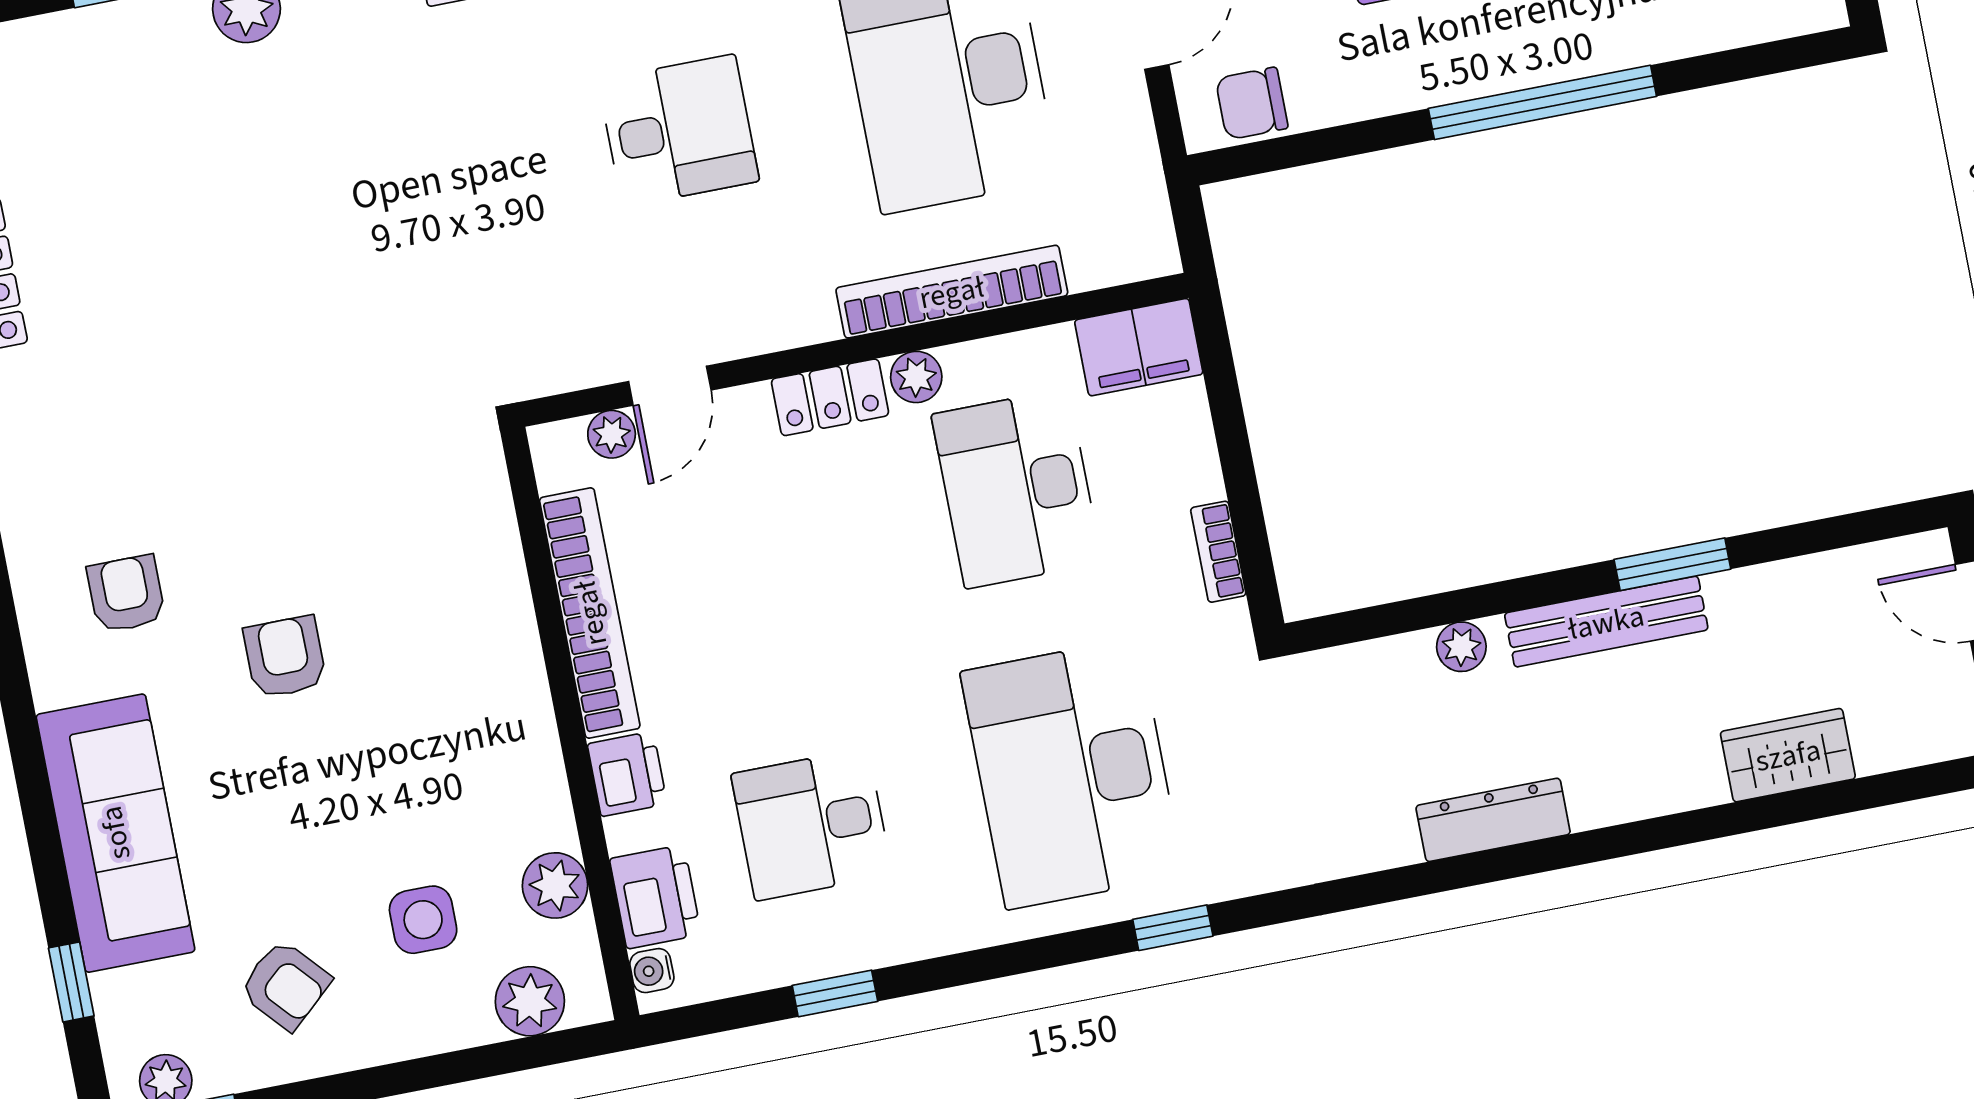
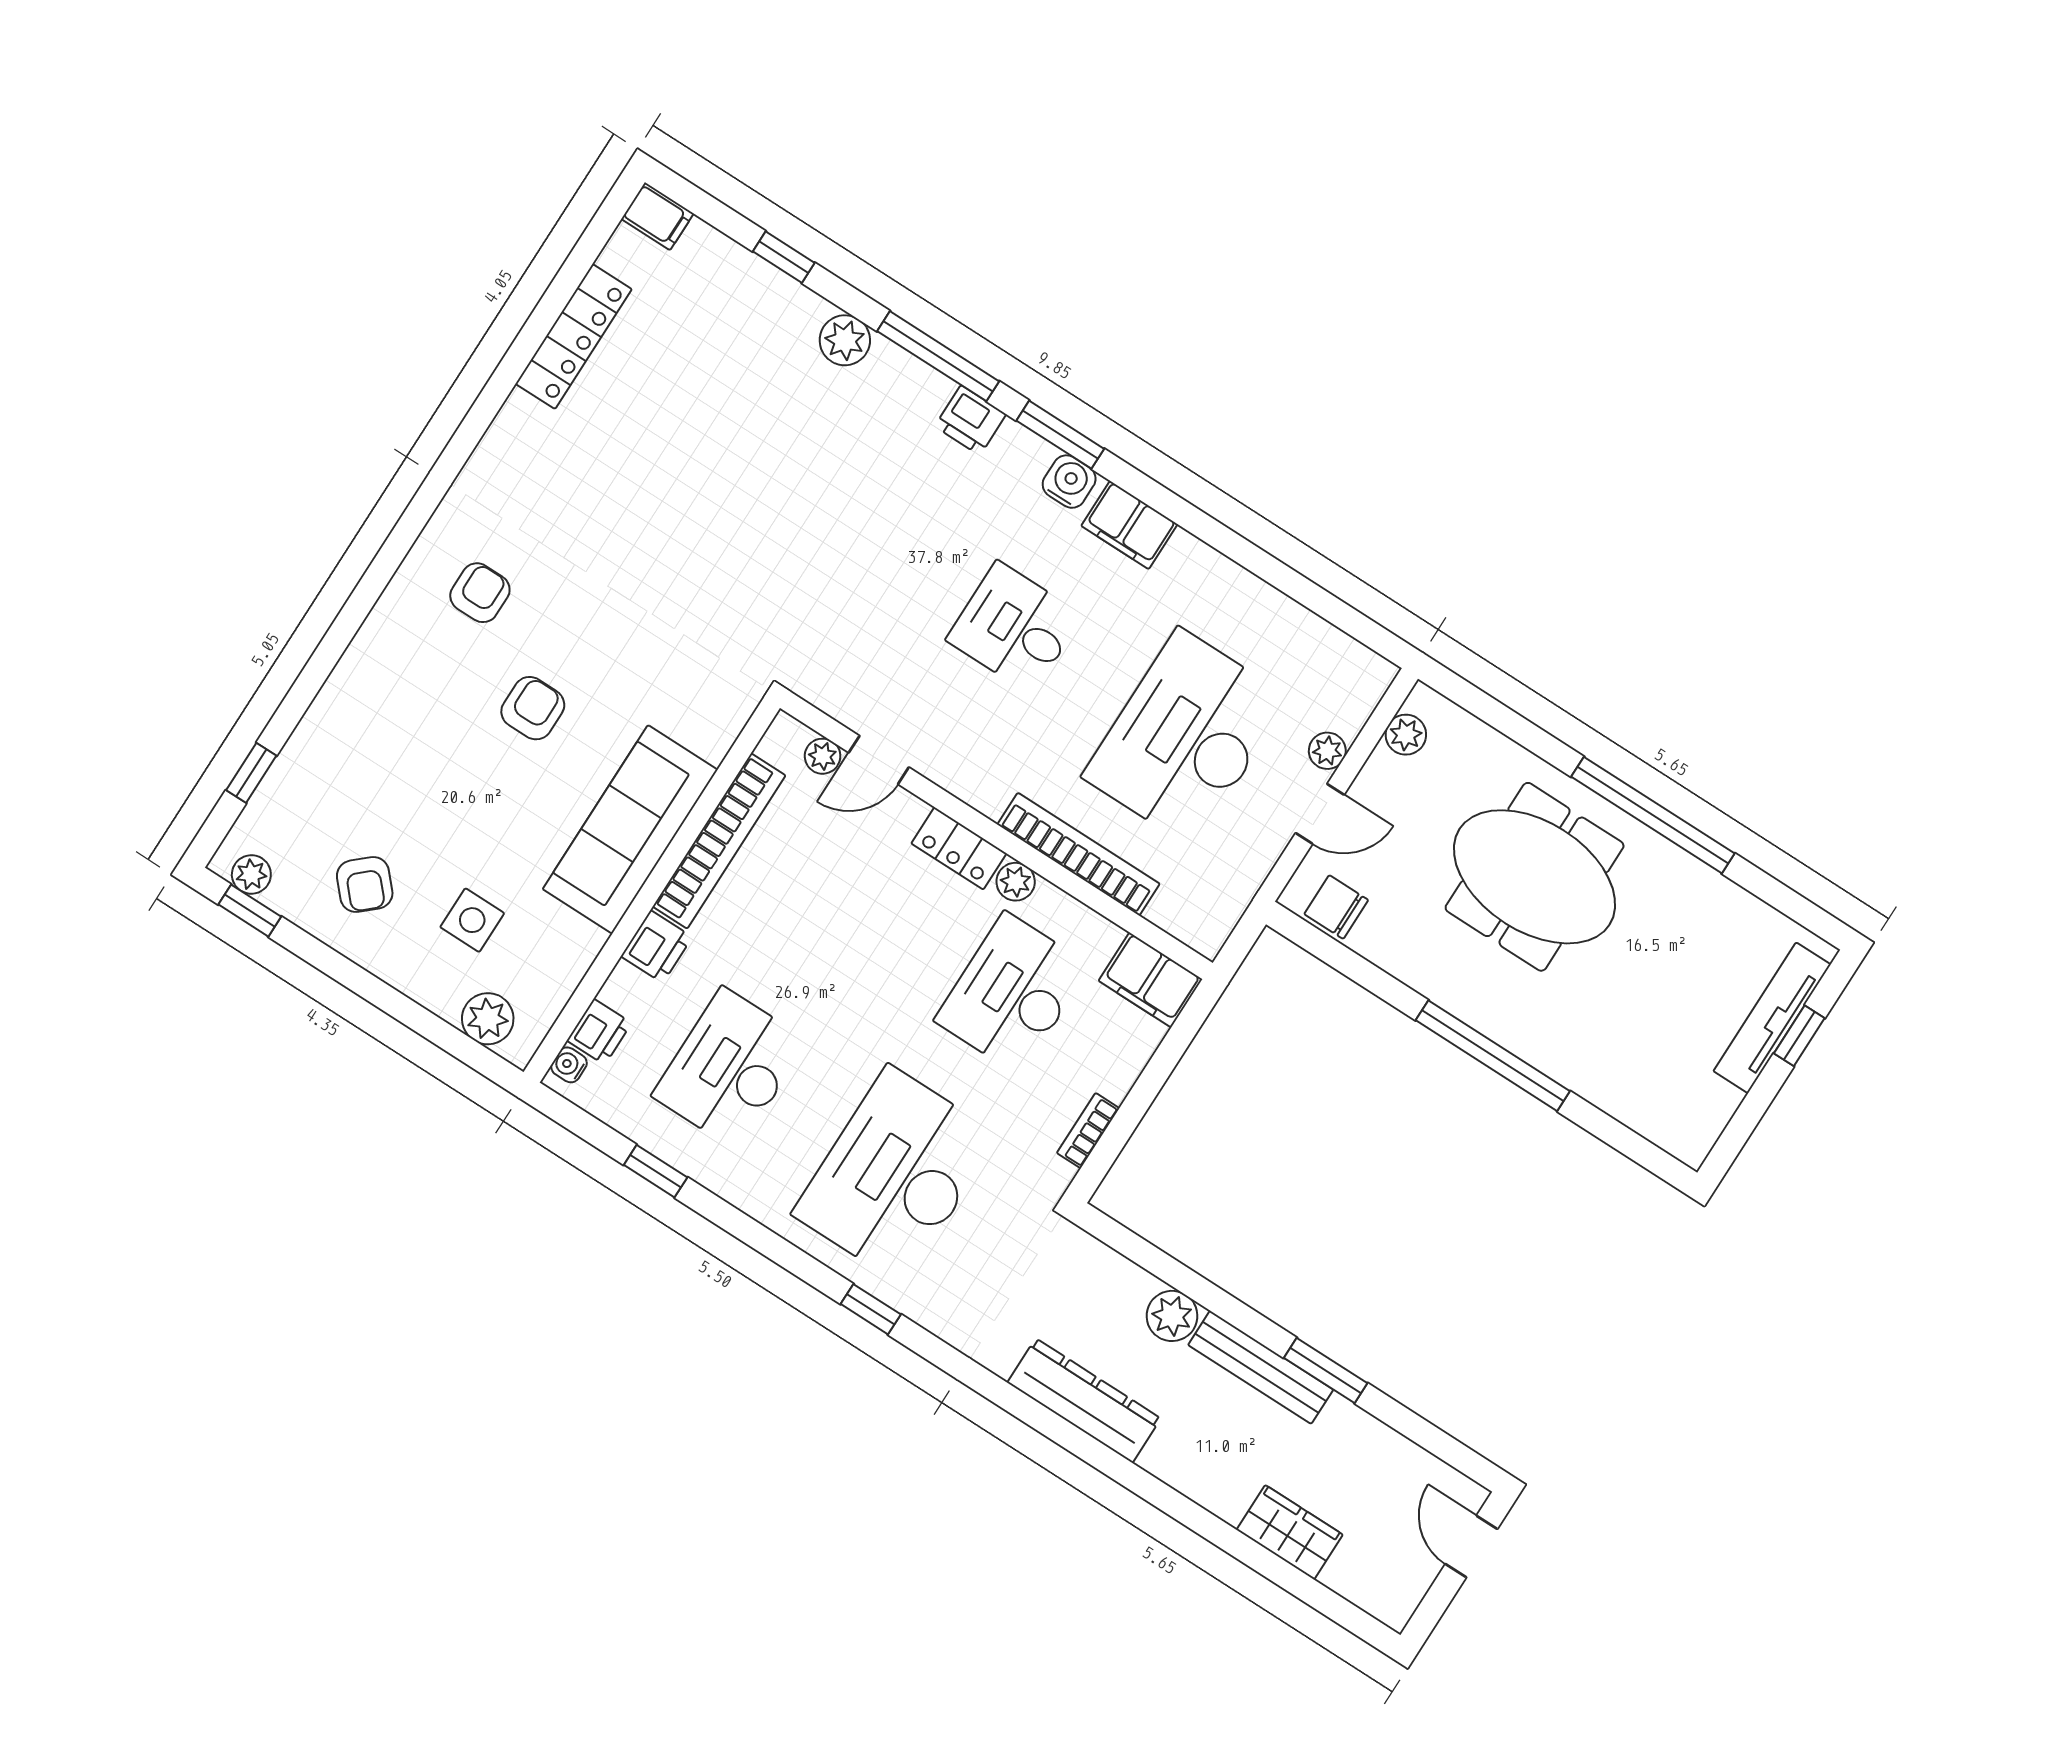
desk: (679, 131) -> (1014, 628), turned 180
plant: (1461, 647) -> (1172, 1316), width x1.38, depth x1.38
dresser: (1493, 820) -> (1084, 1401), width x1.37, depth x1.24
desk: (812, 824) -> (730, 1068), width x1.37
sofa: (115, 833) -> (630, 829), moved, turned 180
plant: (555, 885) -> (561, 969), removed
printer: (655, 897) -> (599, 1032), width x0.73, depth x0.81

